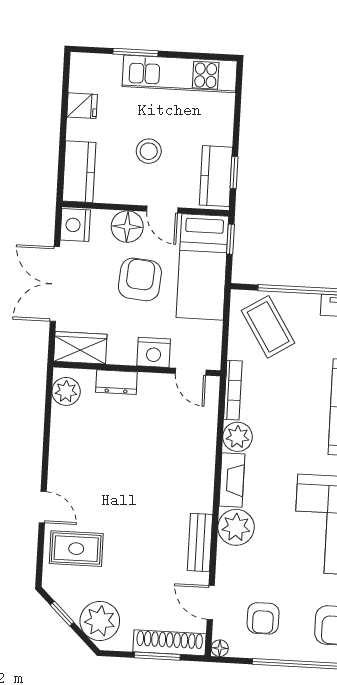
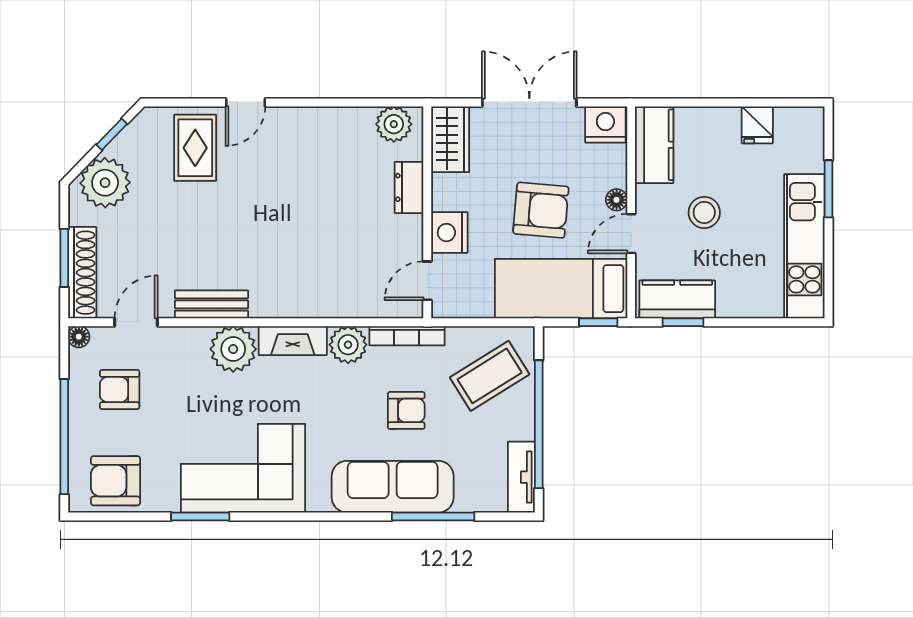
kitchen counter: (79, 172) -> (654, 145), moved, turned -90
floor lamp: (127, 227) -> (617, 200), width x0.53, depth x0.53
armchair: (292, 394) -> (406, 410), added

